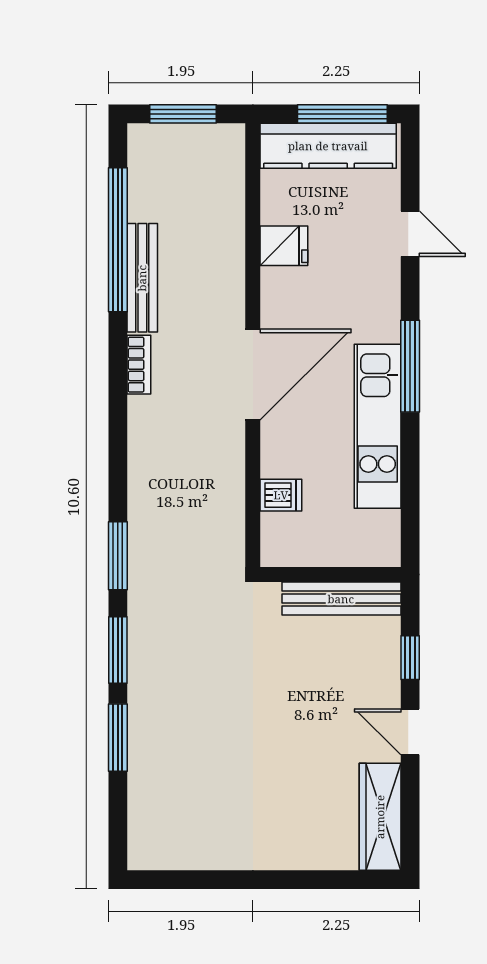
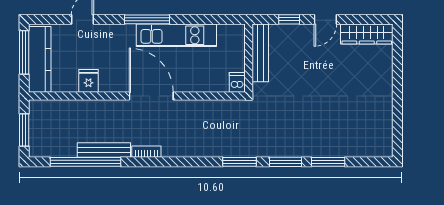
dishwasher: (281, 495) -> (237, 82), moved

